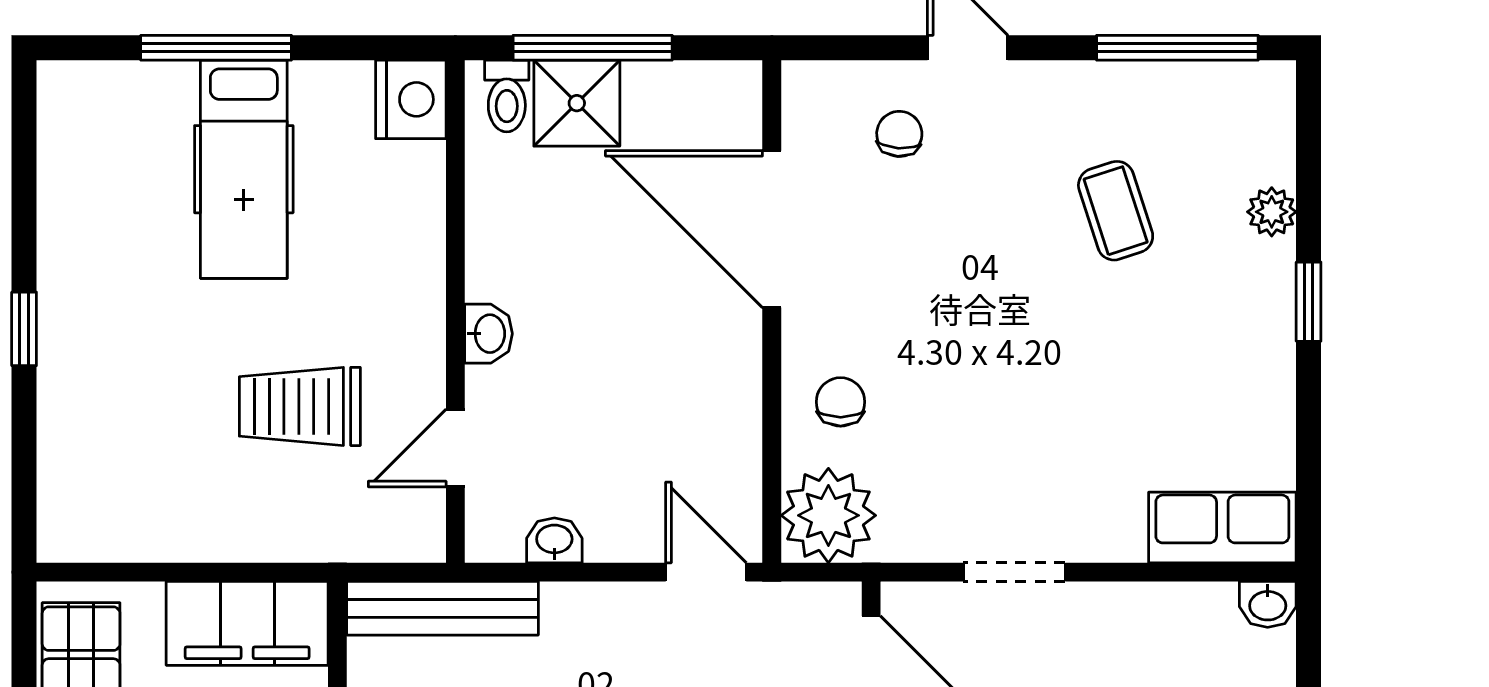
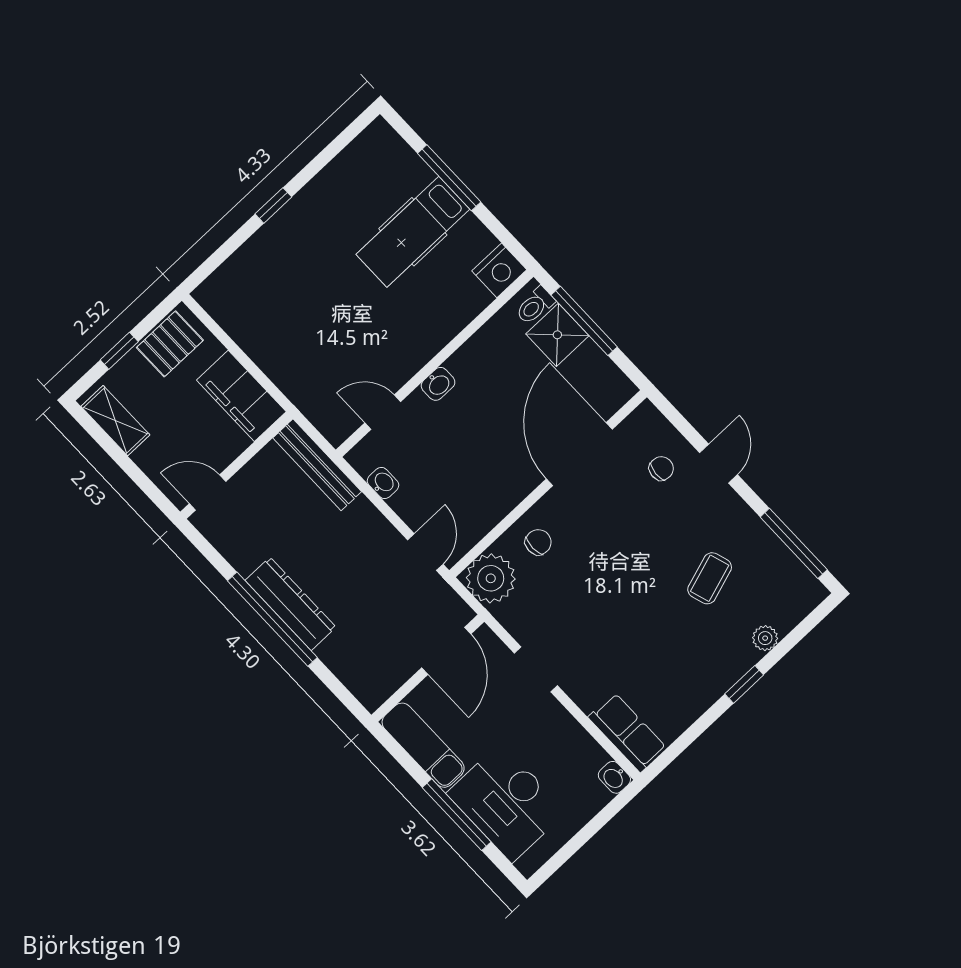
trolley: (300, 406) -> (343, 338), removed

